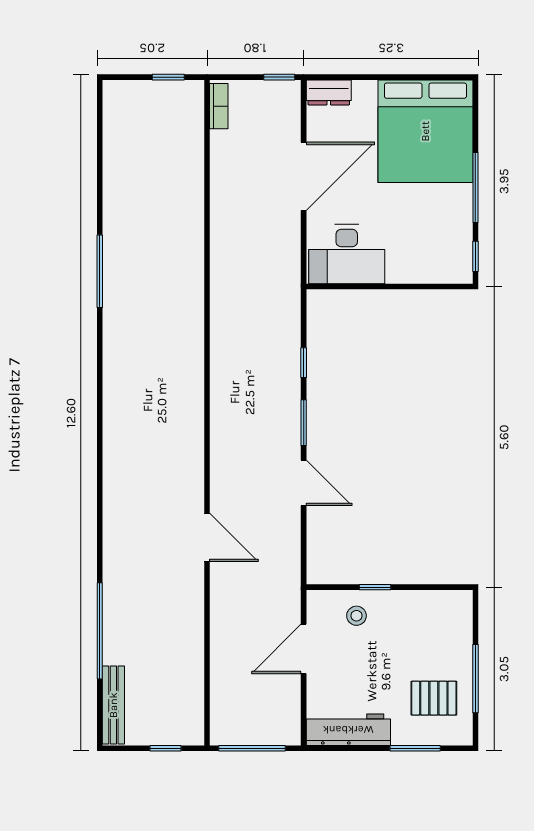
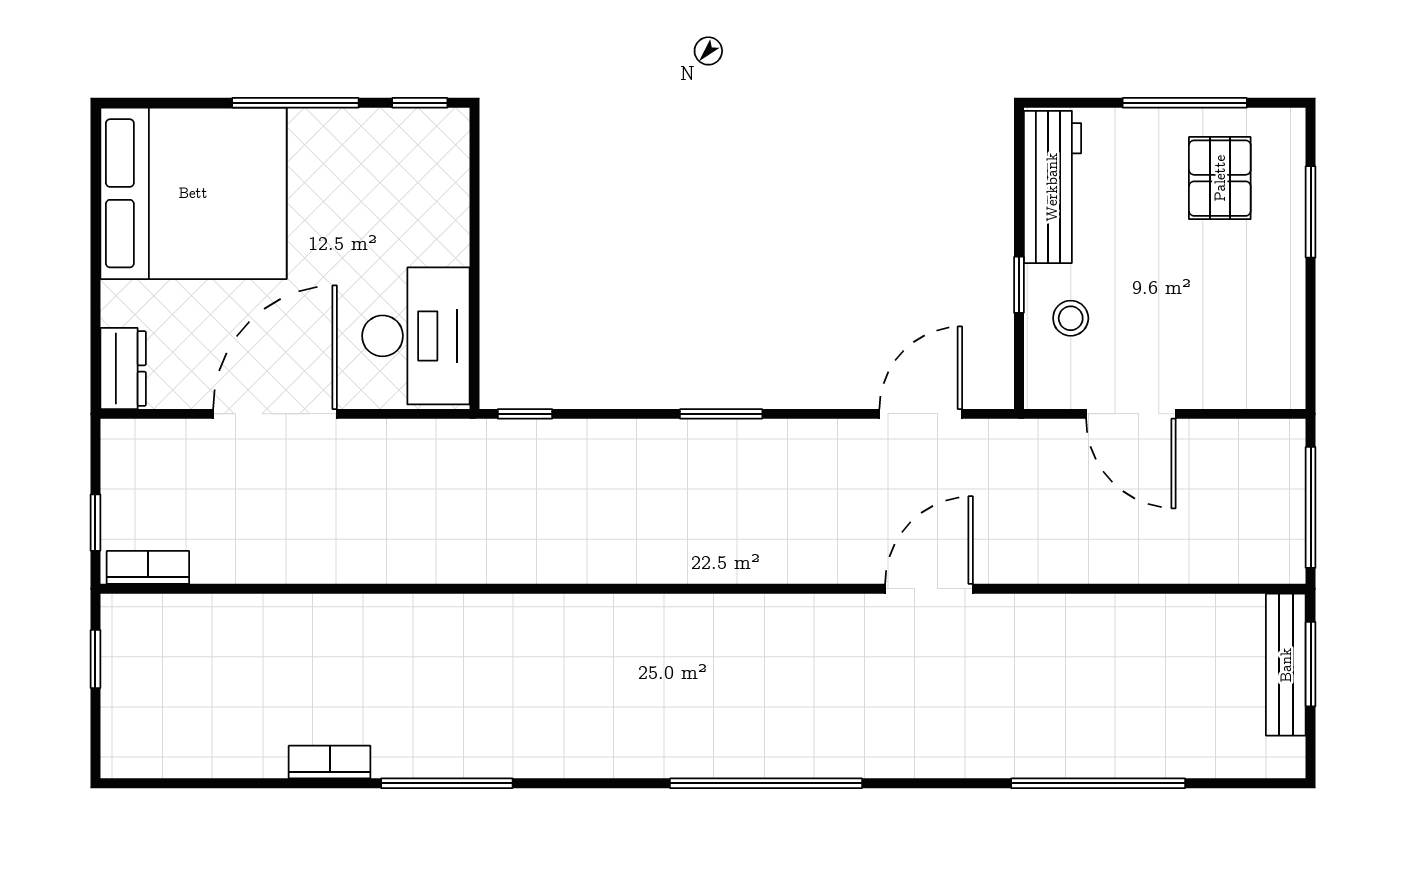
window: (279, 77) -> (95, 523), moved
door: (304, 176) -> (275, 414), hinge flipped
bookcase: (111, 206) -> (330, 762), added
window: (304, 363) -> (525, 414), moved
window: (100, 448) -> (766, 783), added
door: (304, 483) -> (921, 414), moved
bench: (113, 705) -> (1286, 665), moved, turned 90
workbench: (348, 730) -> (1052, 187), moved, turned 180
window: (166, 748) -> (1311, 664), width x1.50

